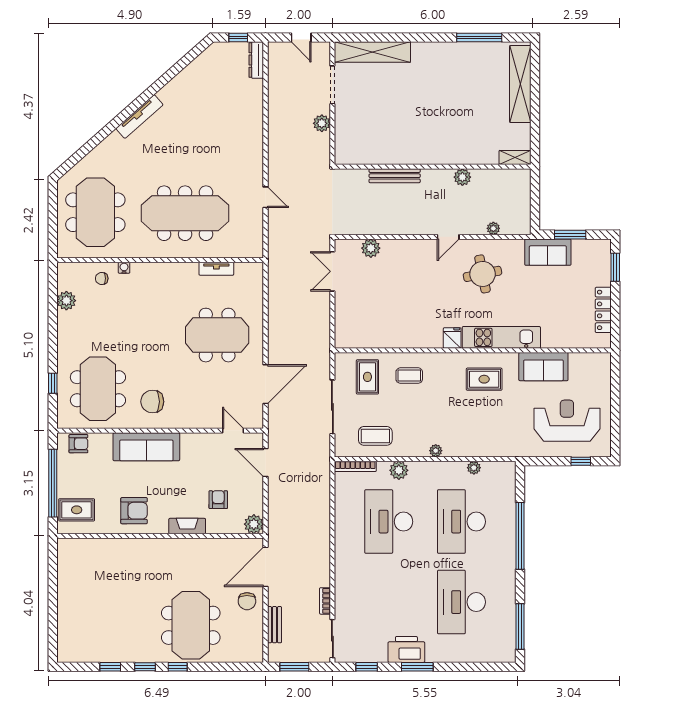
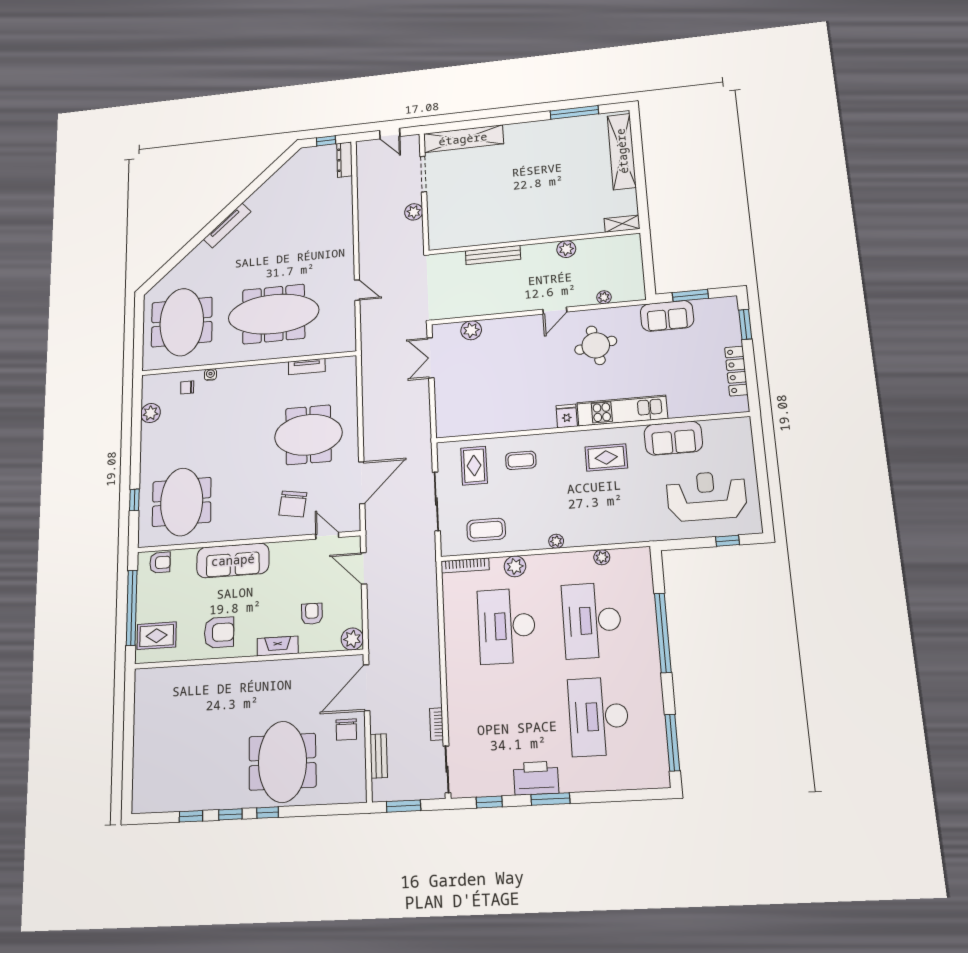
chair: (152, 402) -> (293, 504), moved, turned -81

